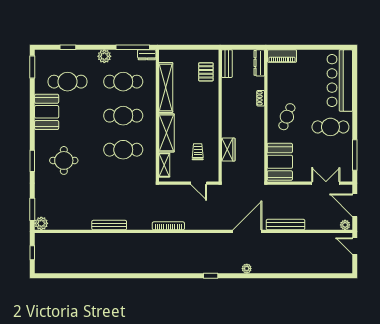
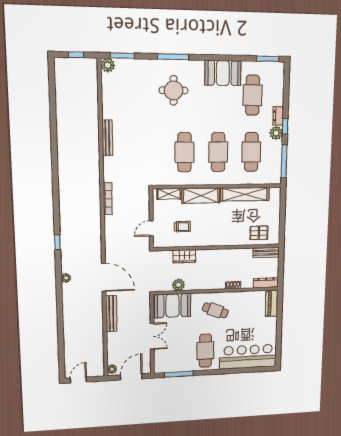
window: (68, 47) -> (285, 126), moved
dresser: (147, 55) -> (278, 116), moved
plant: (258, 156) -> (178, 285), added
window: (32, 161) -> (173, 57), width x1.44
double door: (326, 183) -> (152, 336), moved
door: (355, 246) -> (78, 380), moved

